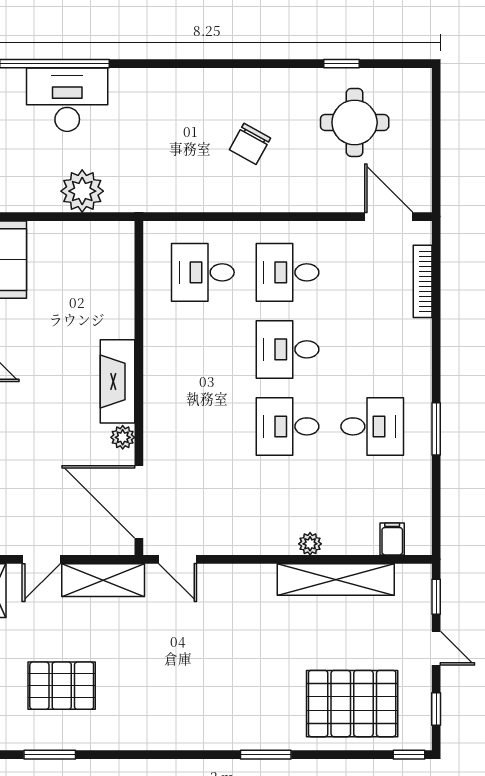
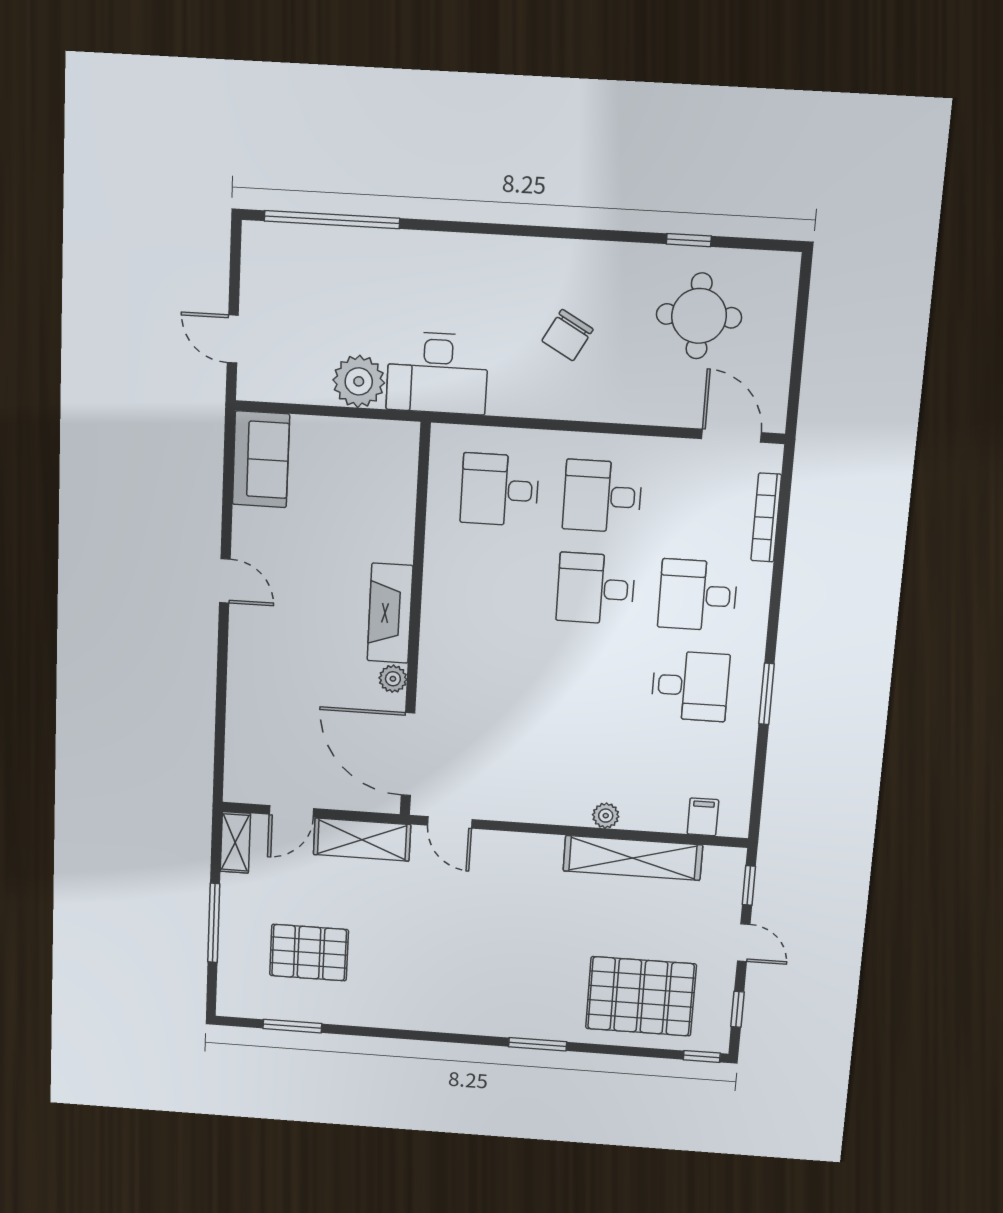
desk: (67, 100) -> (437, 373), moved, turned 180
desk: (288, 426) -> (698, 595), moved

